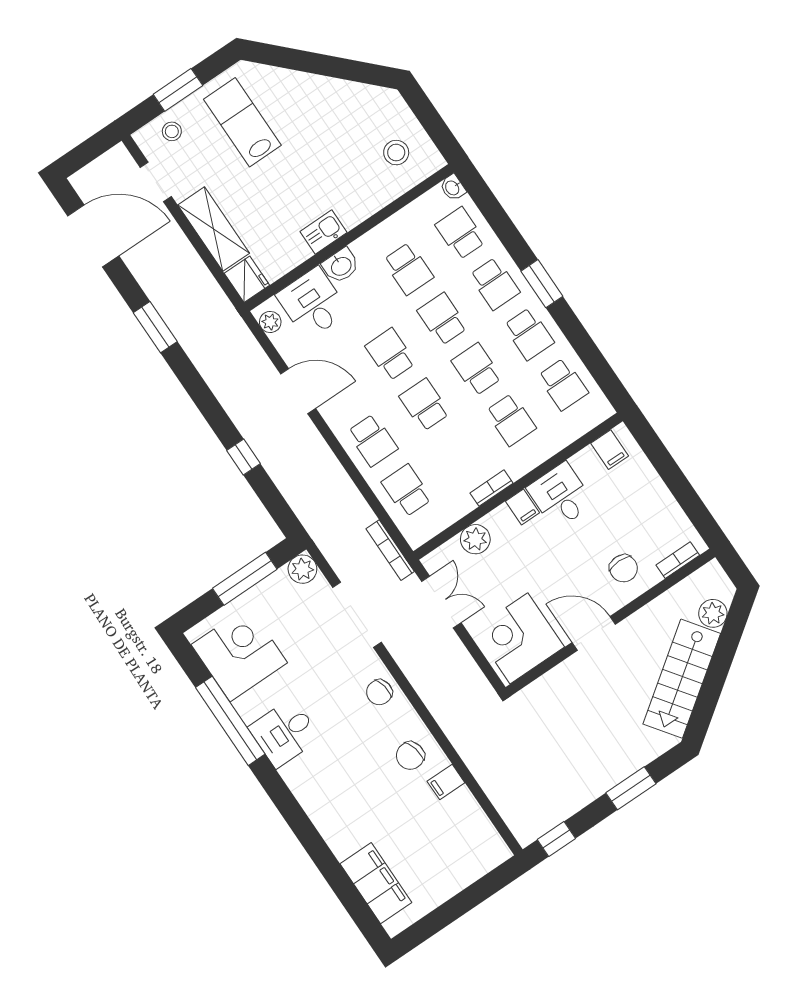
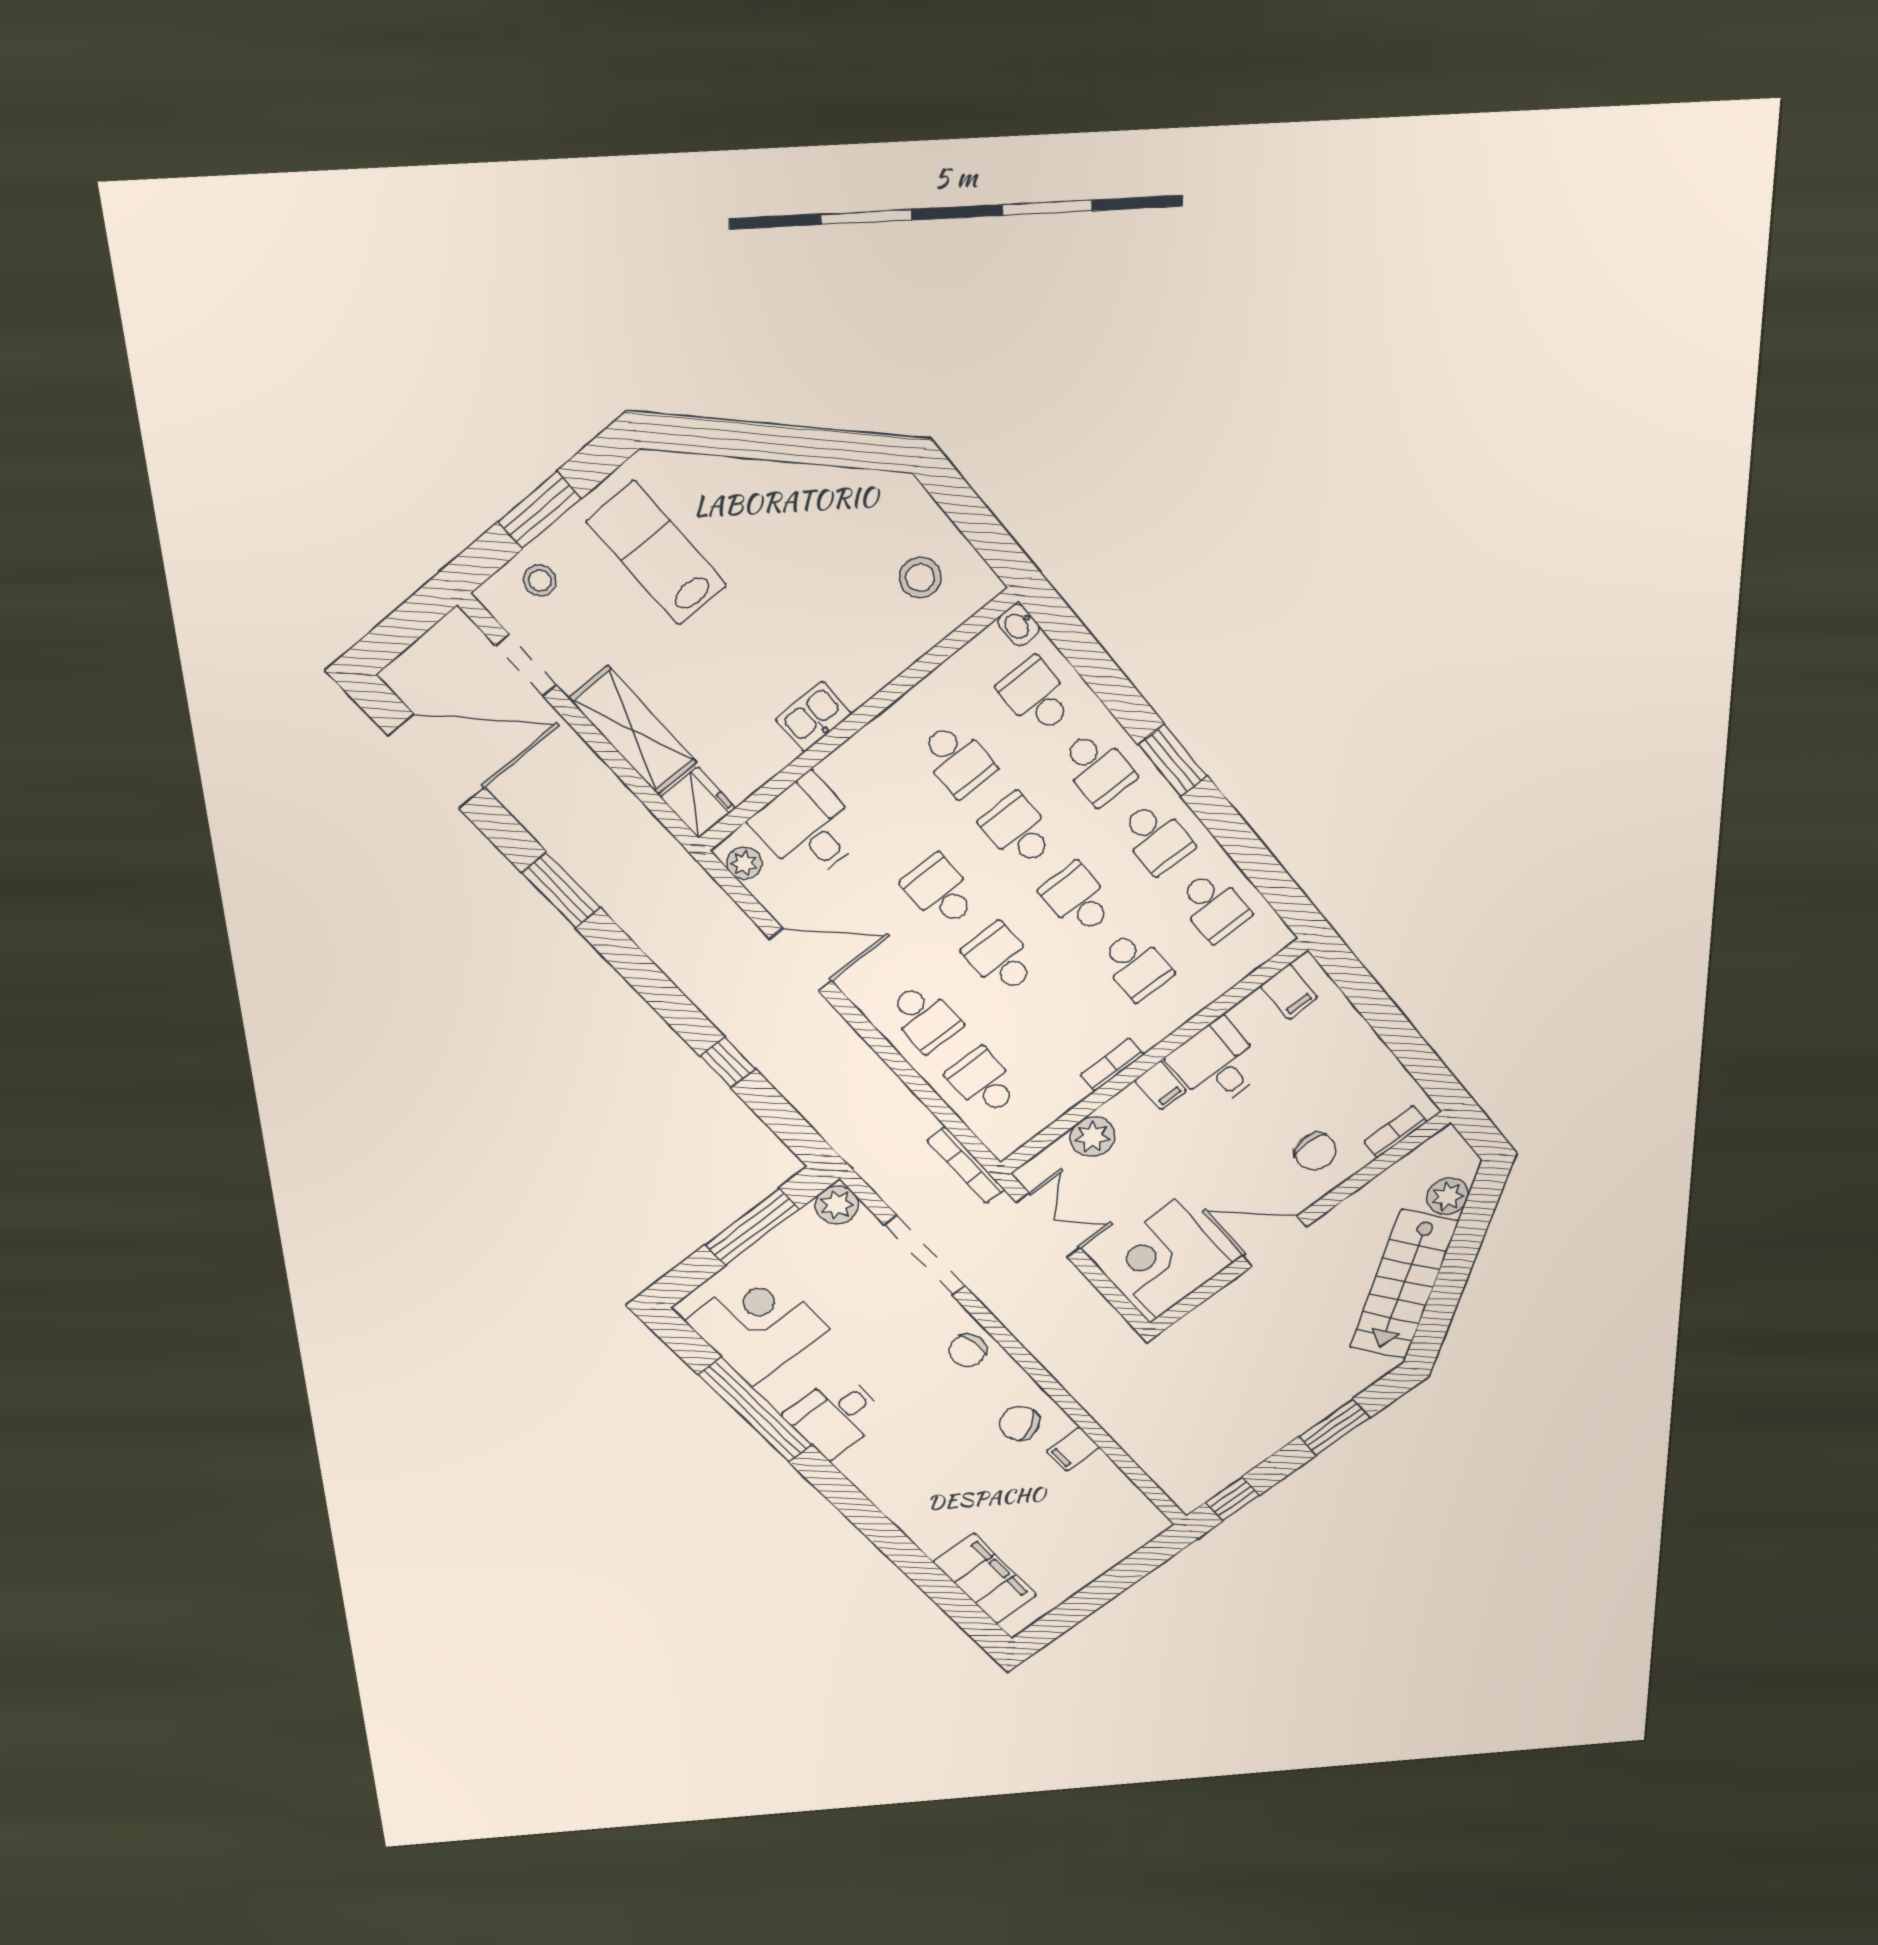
washbasin: (341, 266) -> (847, 766), removed
chair: (410, 756) -> (1019, 1423), turned 74

